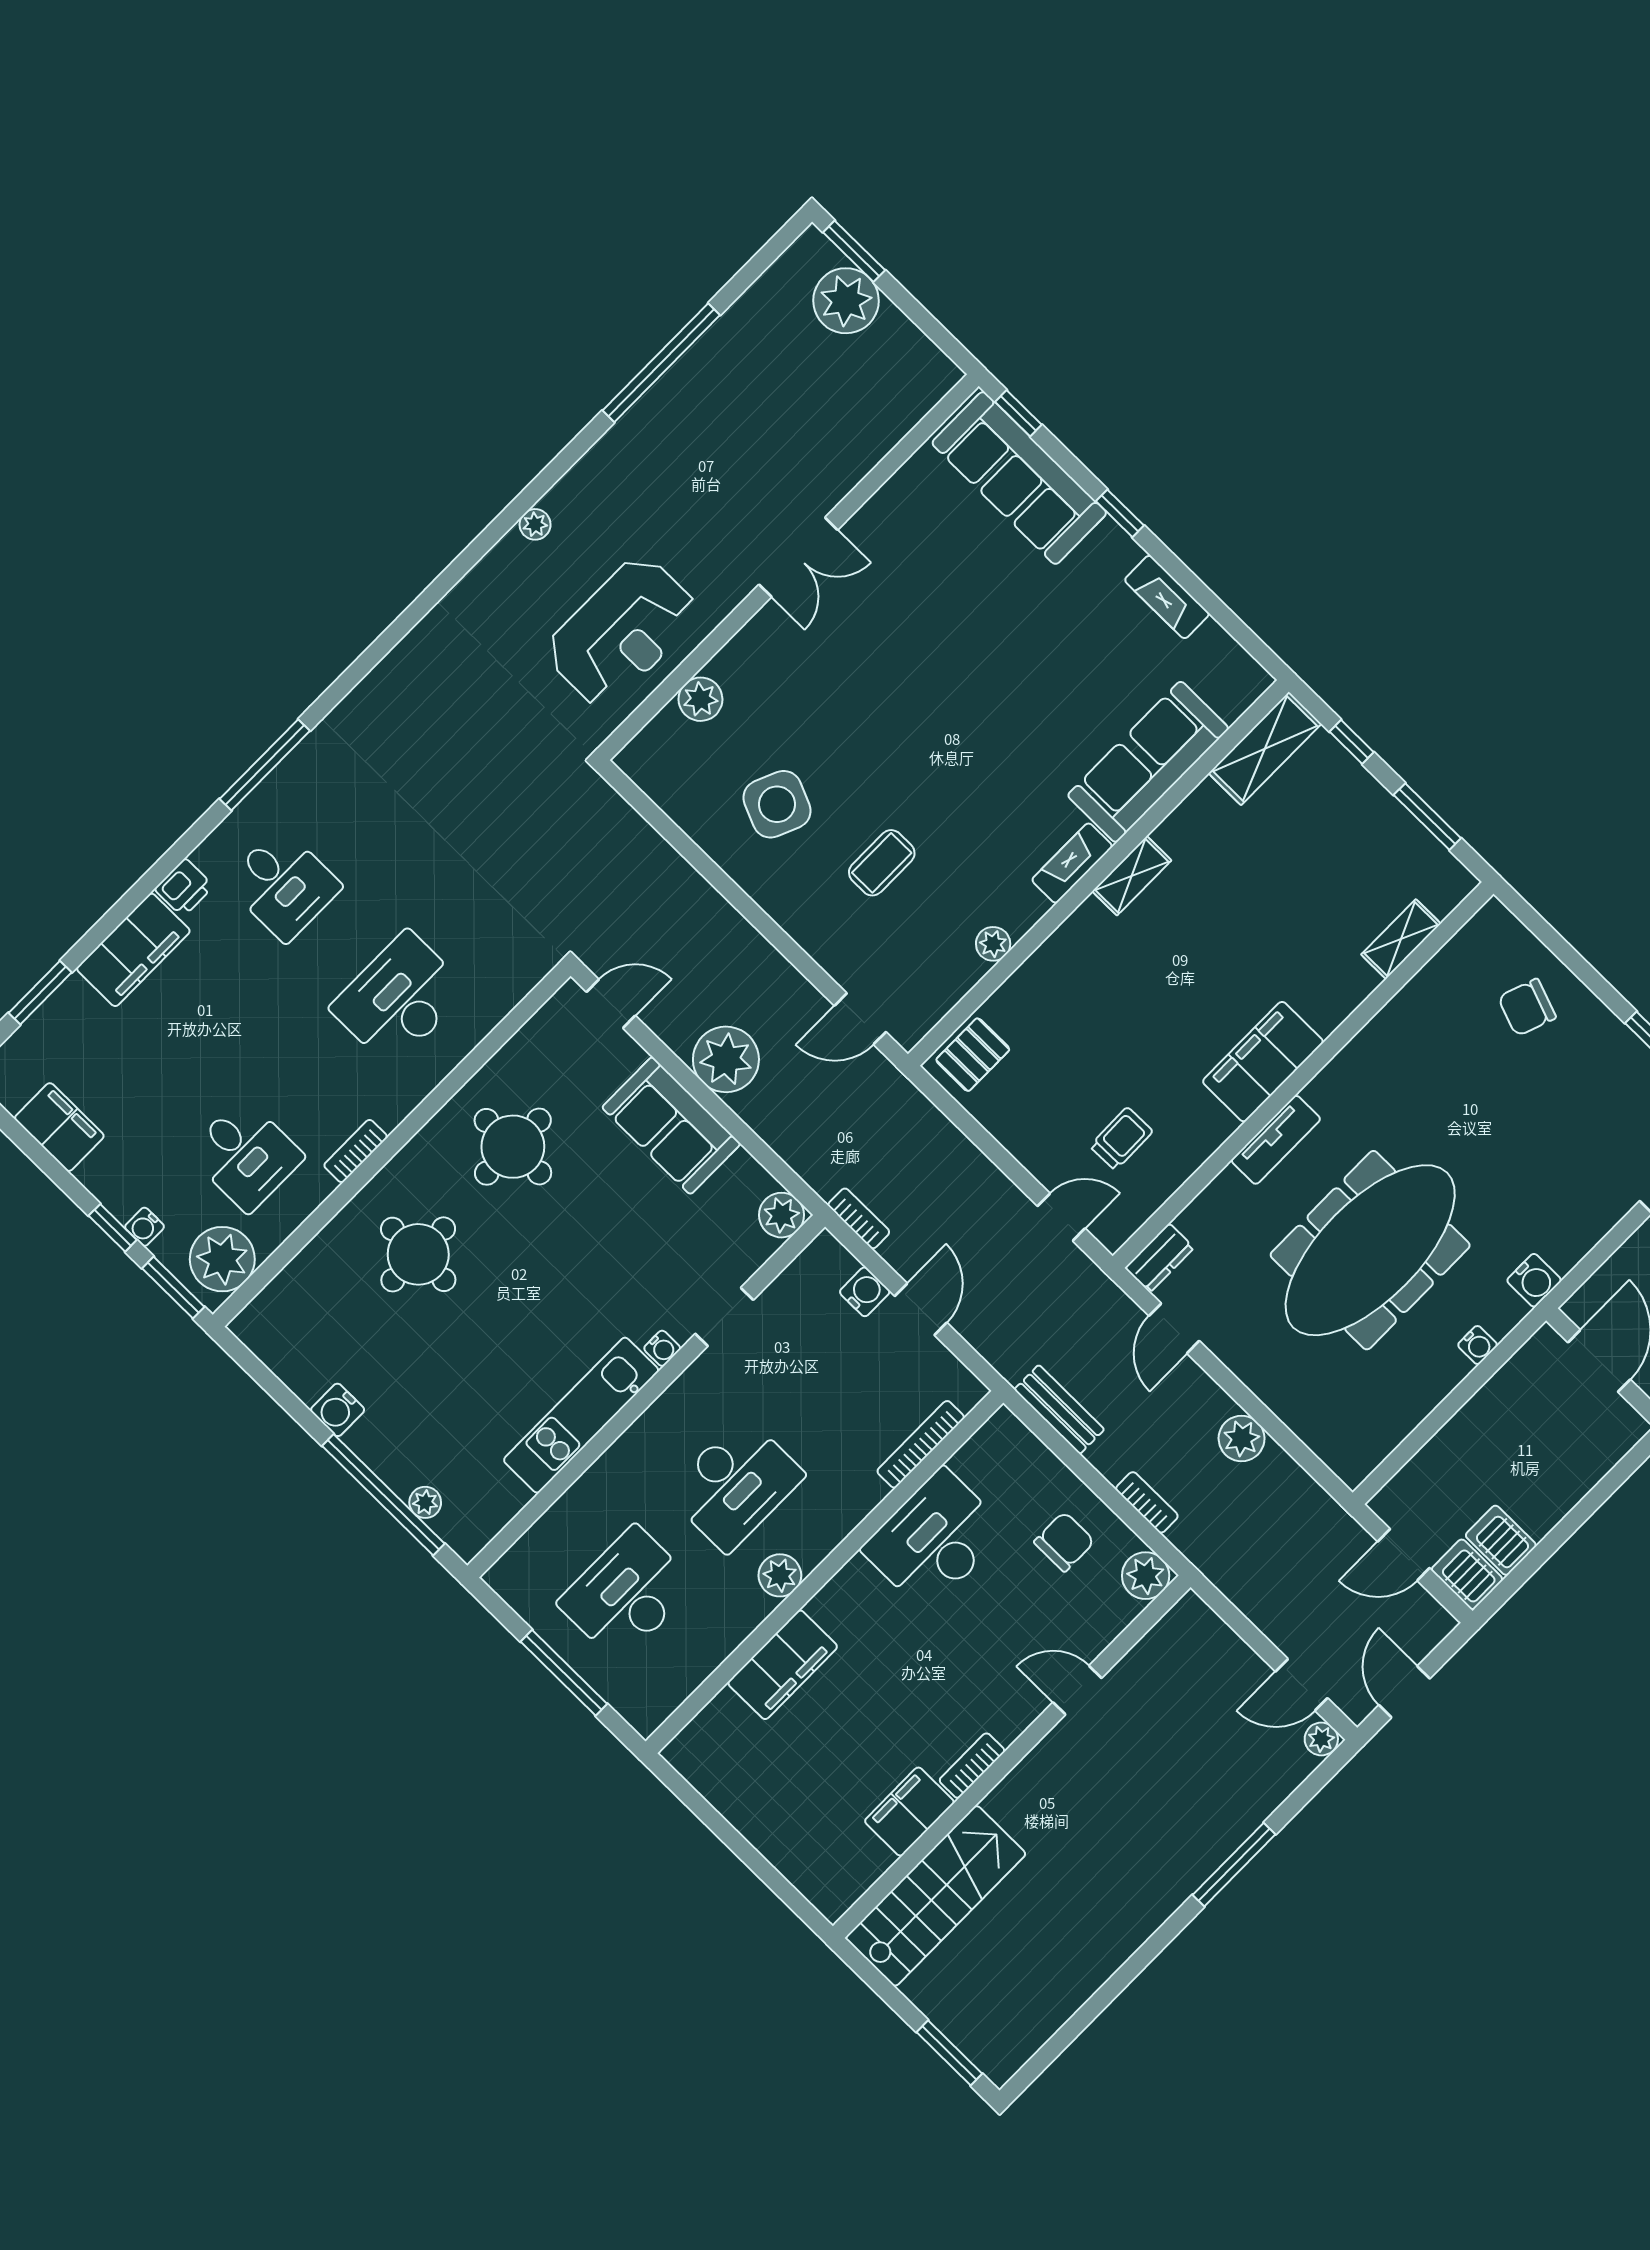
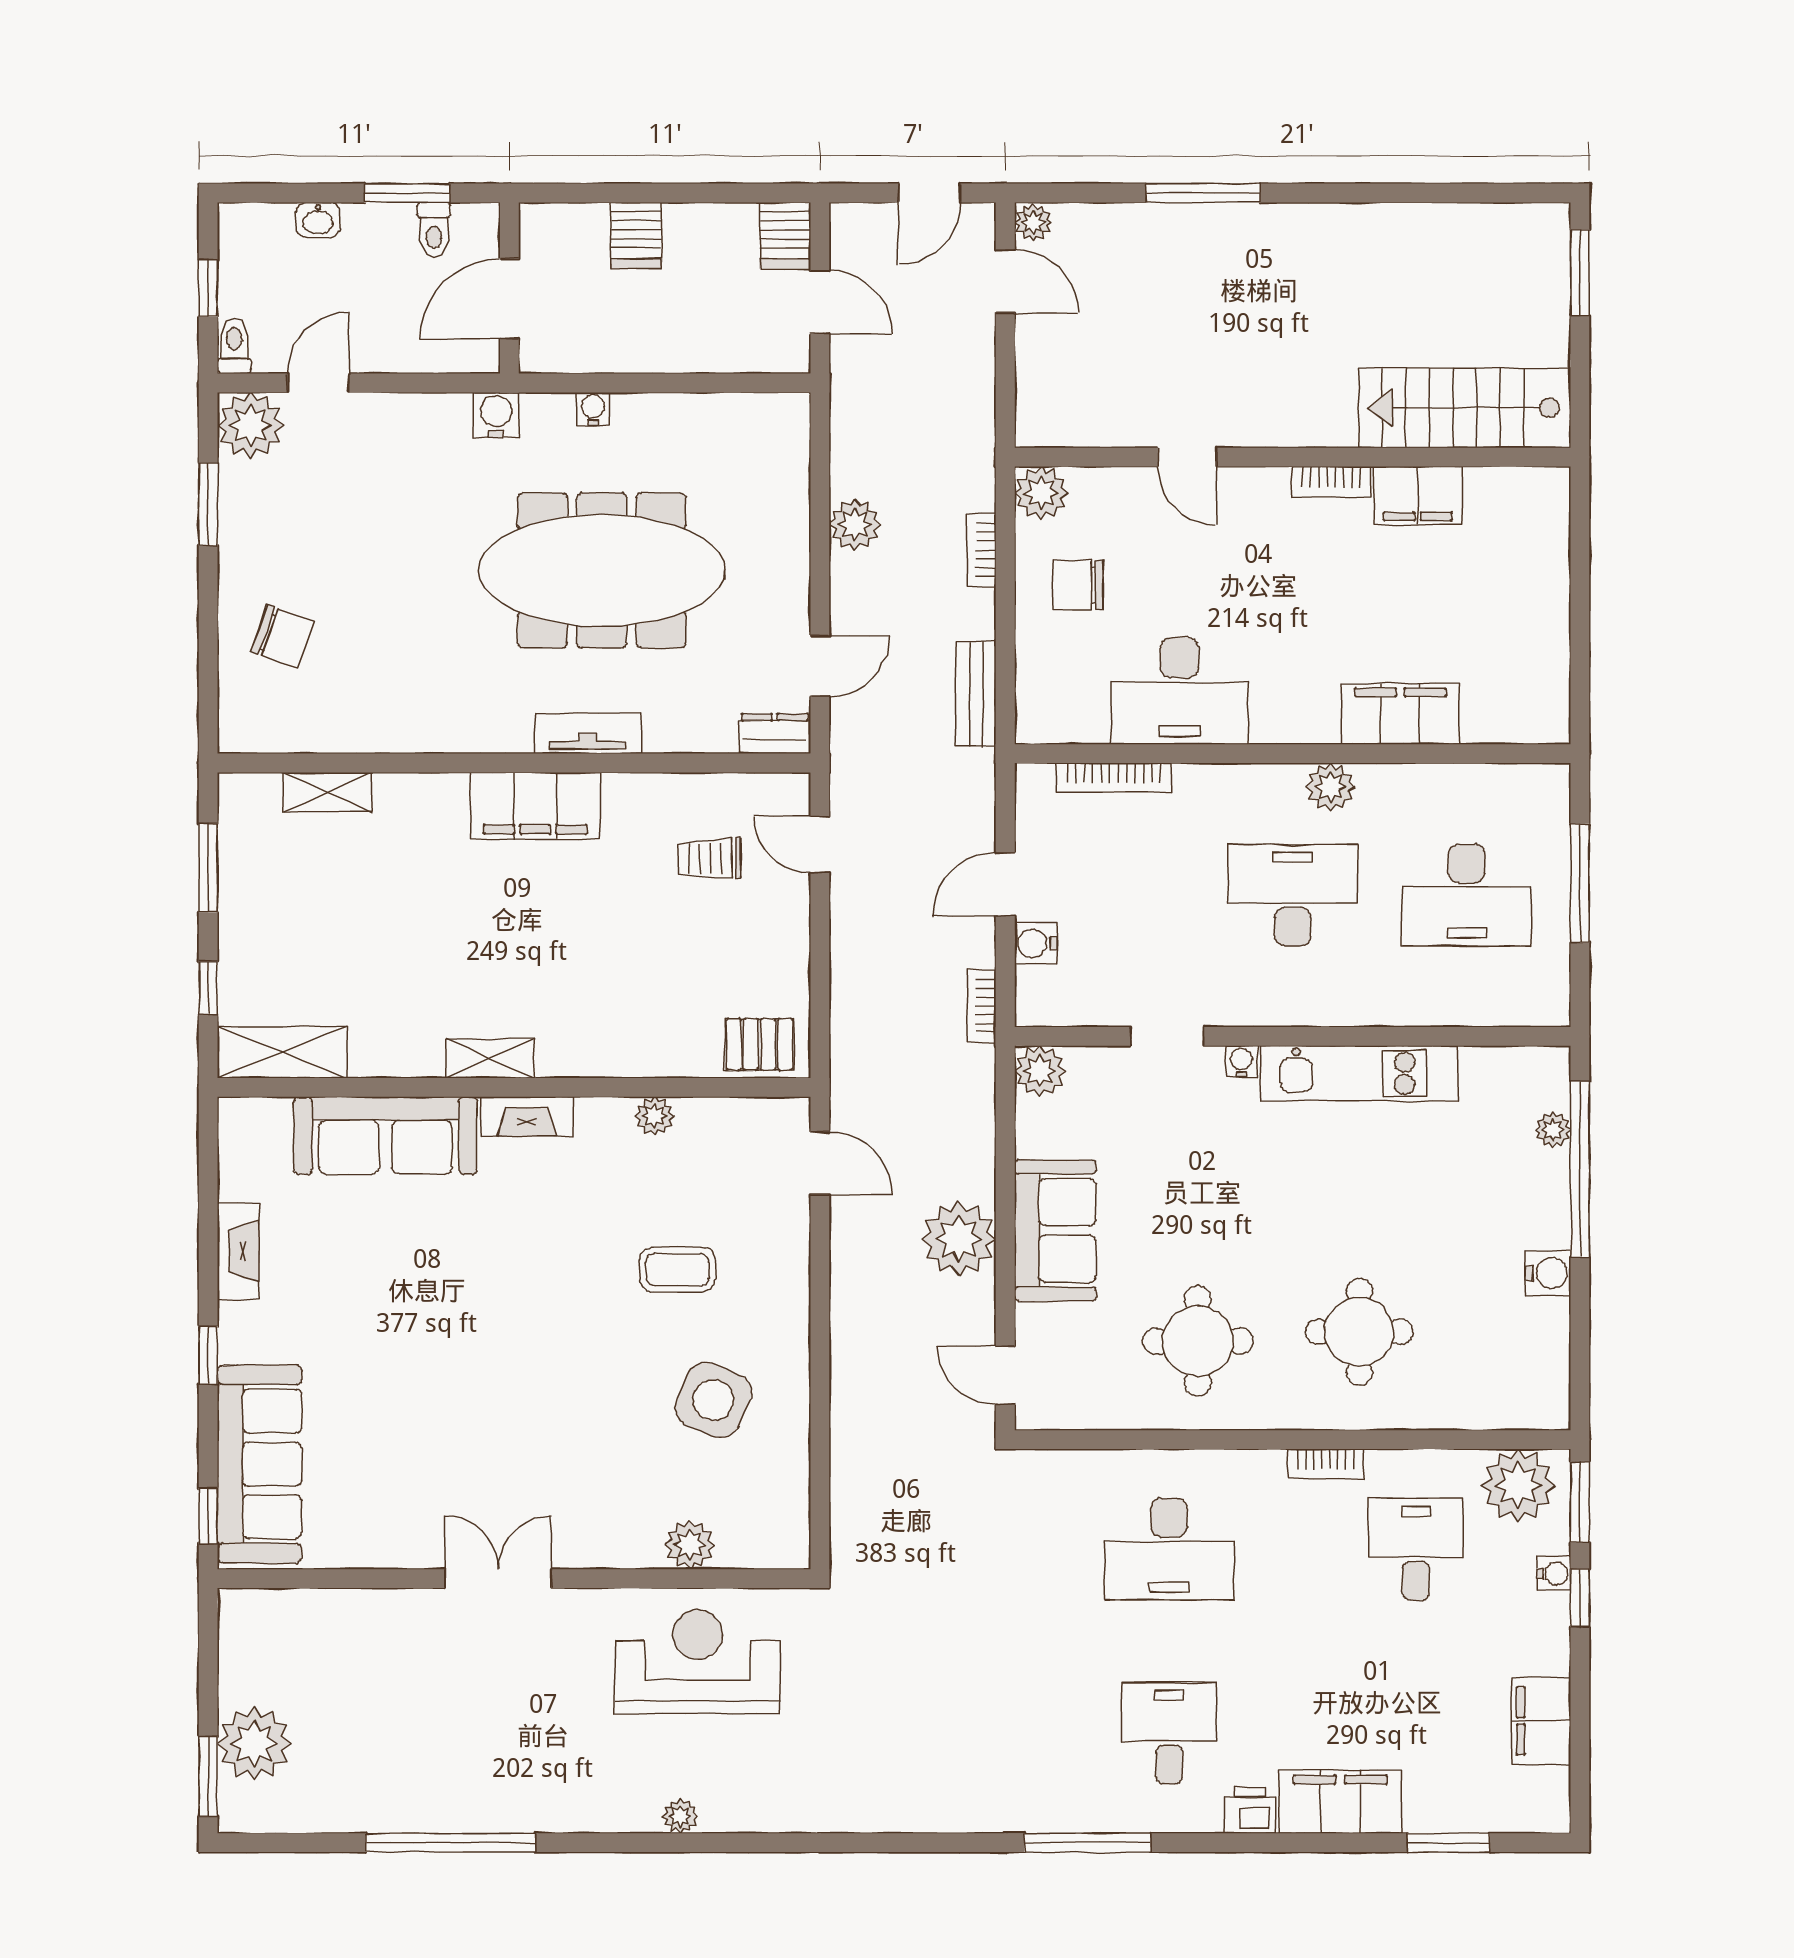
server rack: (1501, 1540) -> (636, 236), moved

